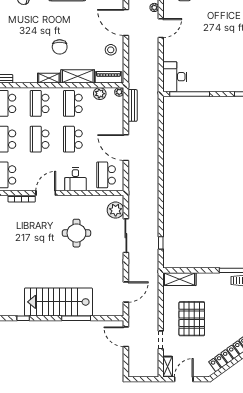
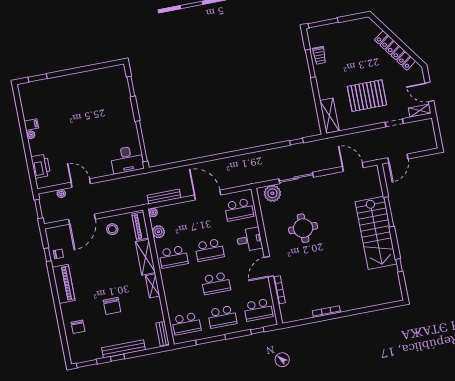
chair: (60, 47) -> (112, 306), moved, turned 90
school desk: (40, 103) -> (180, 290), removed
door: (126, 148) -> (208, 195), swing flipped
door: (46, 193) -> (269, 267), hinge flipped

